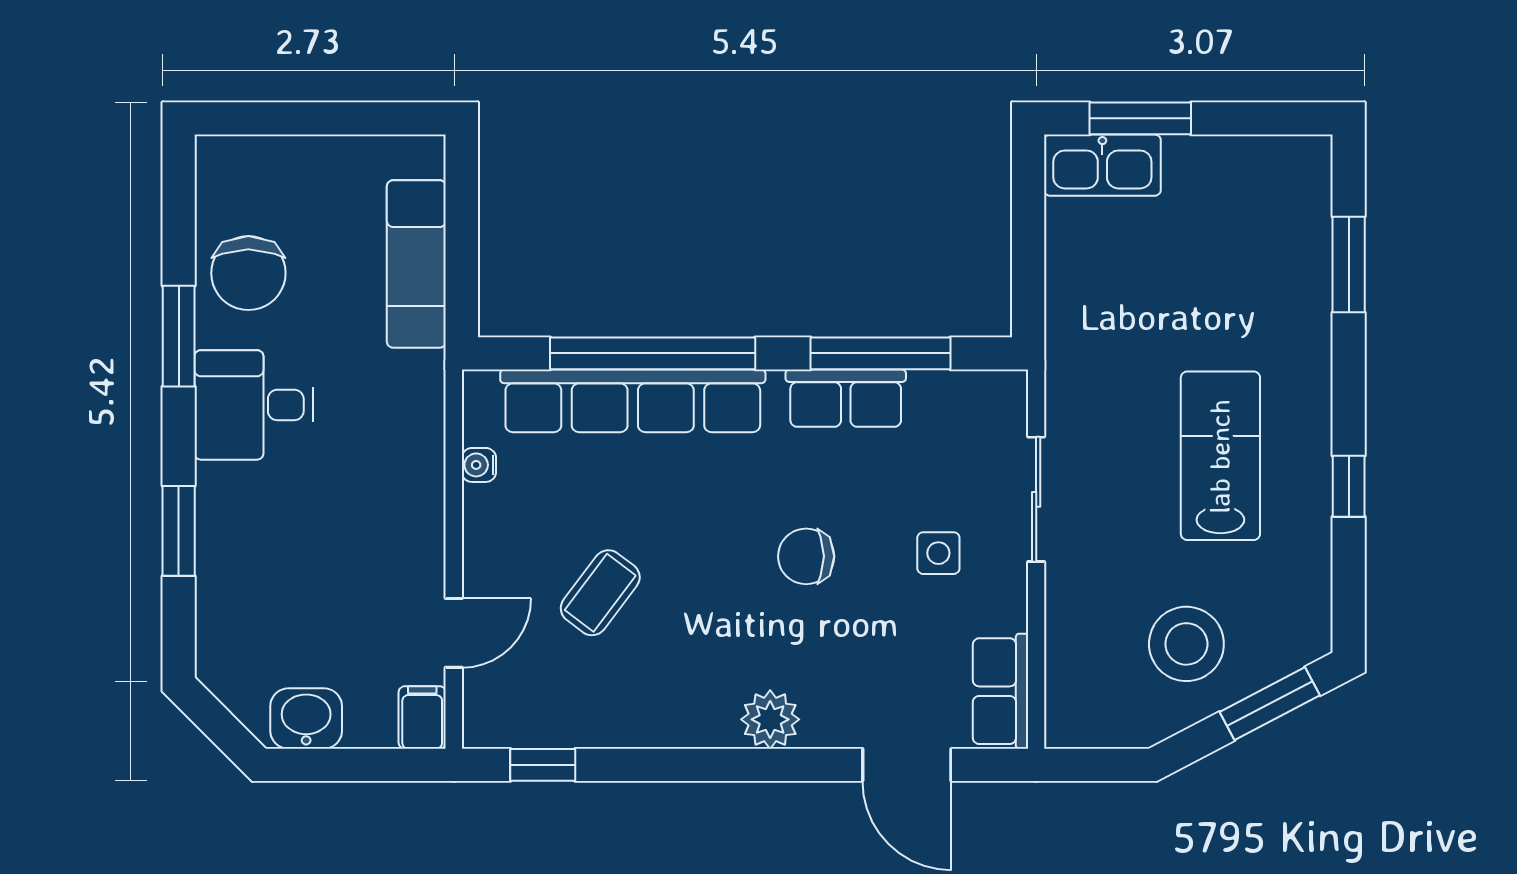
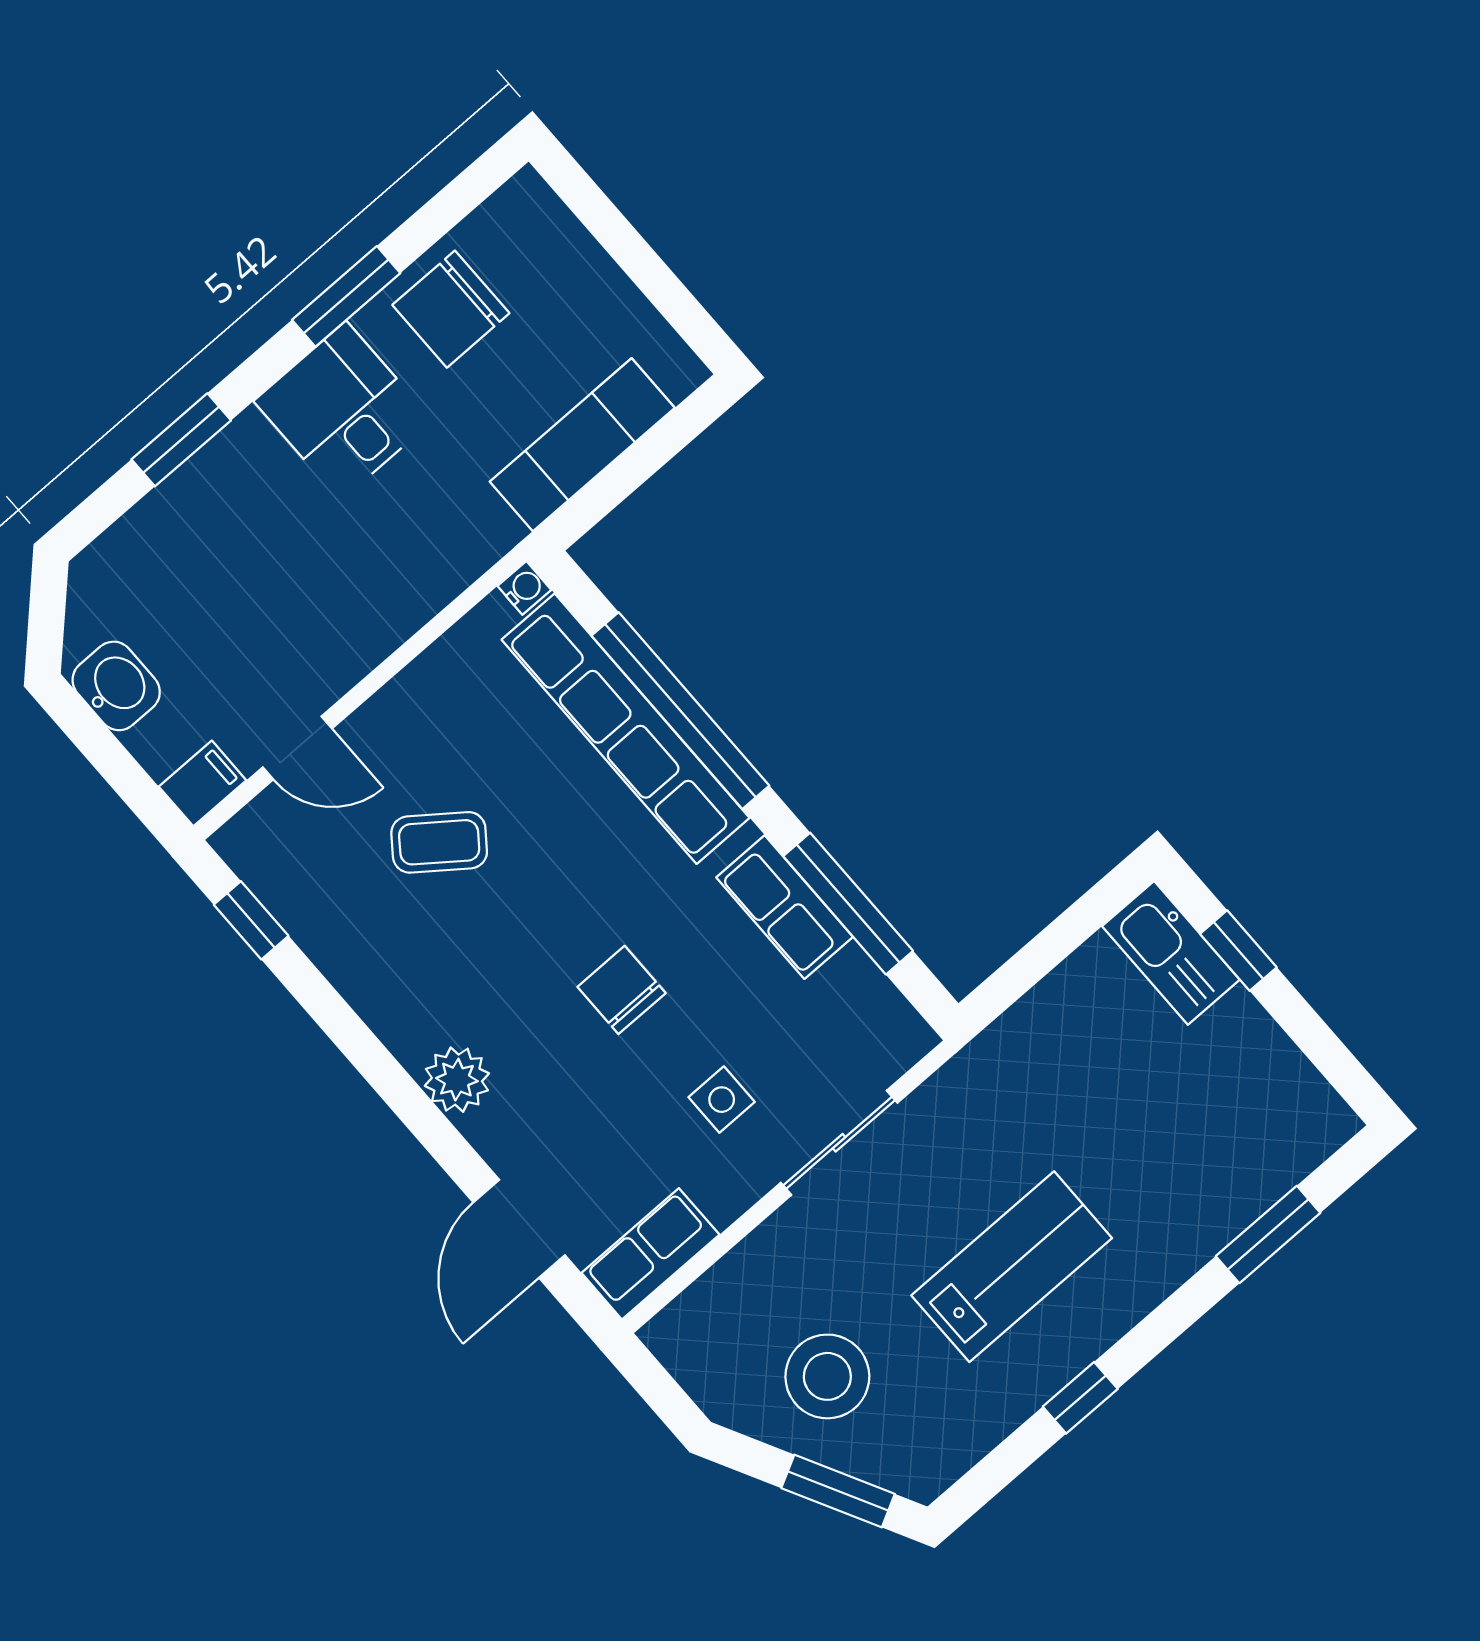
window: (1140, 118) -> (1238, 951), width x0.67
water cooler: (479, 465) -> (524, 588), moved, turned 90

